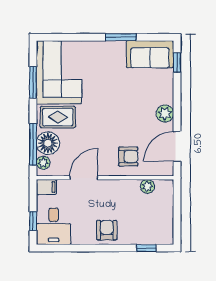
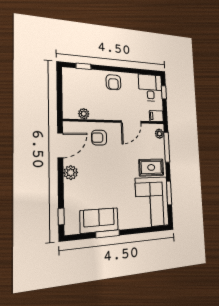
sofa: (150, 54) -> (99, 220), moved
floor lamp: (48, 143) -> (157, 148), removed

